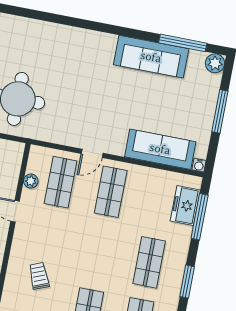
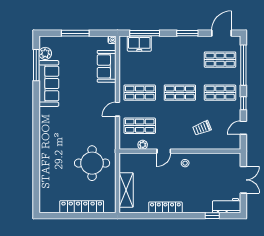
plant: (215, 63) -> (45, 53), moved
sofa: (160, 149) -> (107, 66), width x0.73
door: (92, 153) -> (118, 109), swing flipped
shop shelf: (149, 262) -> (180, 93), moved

